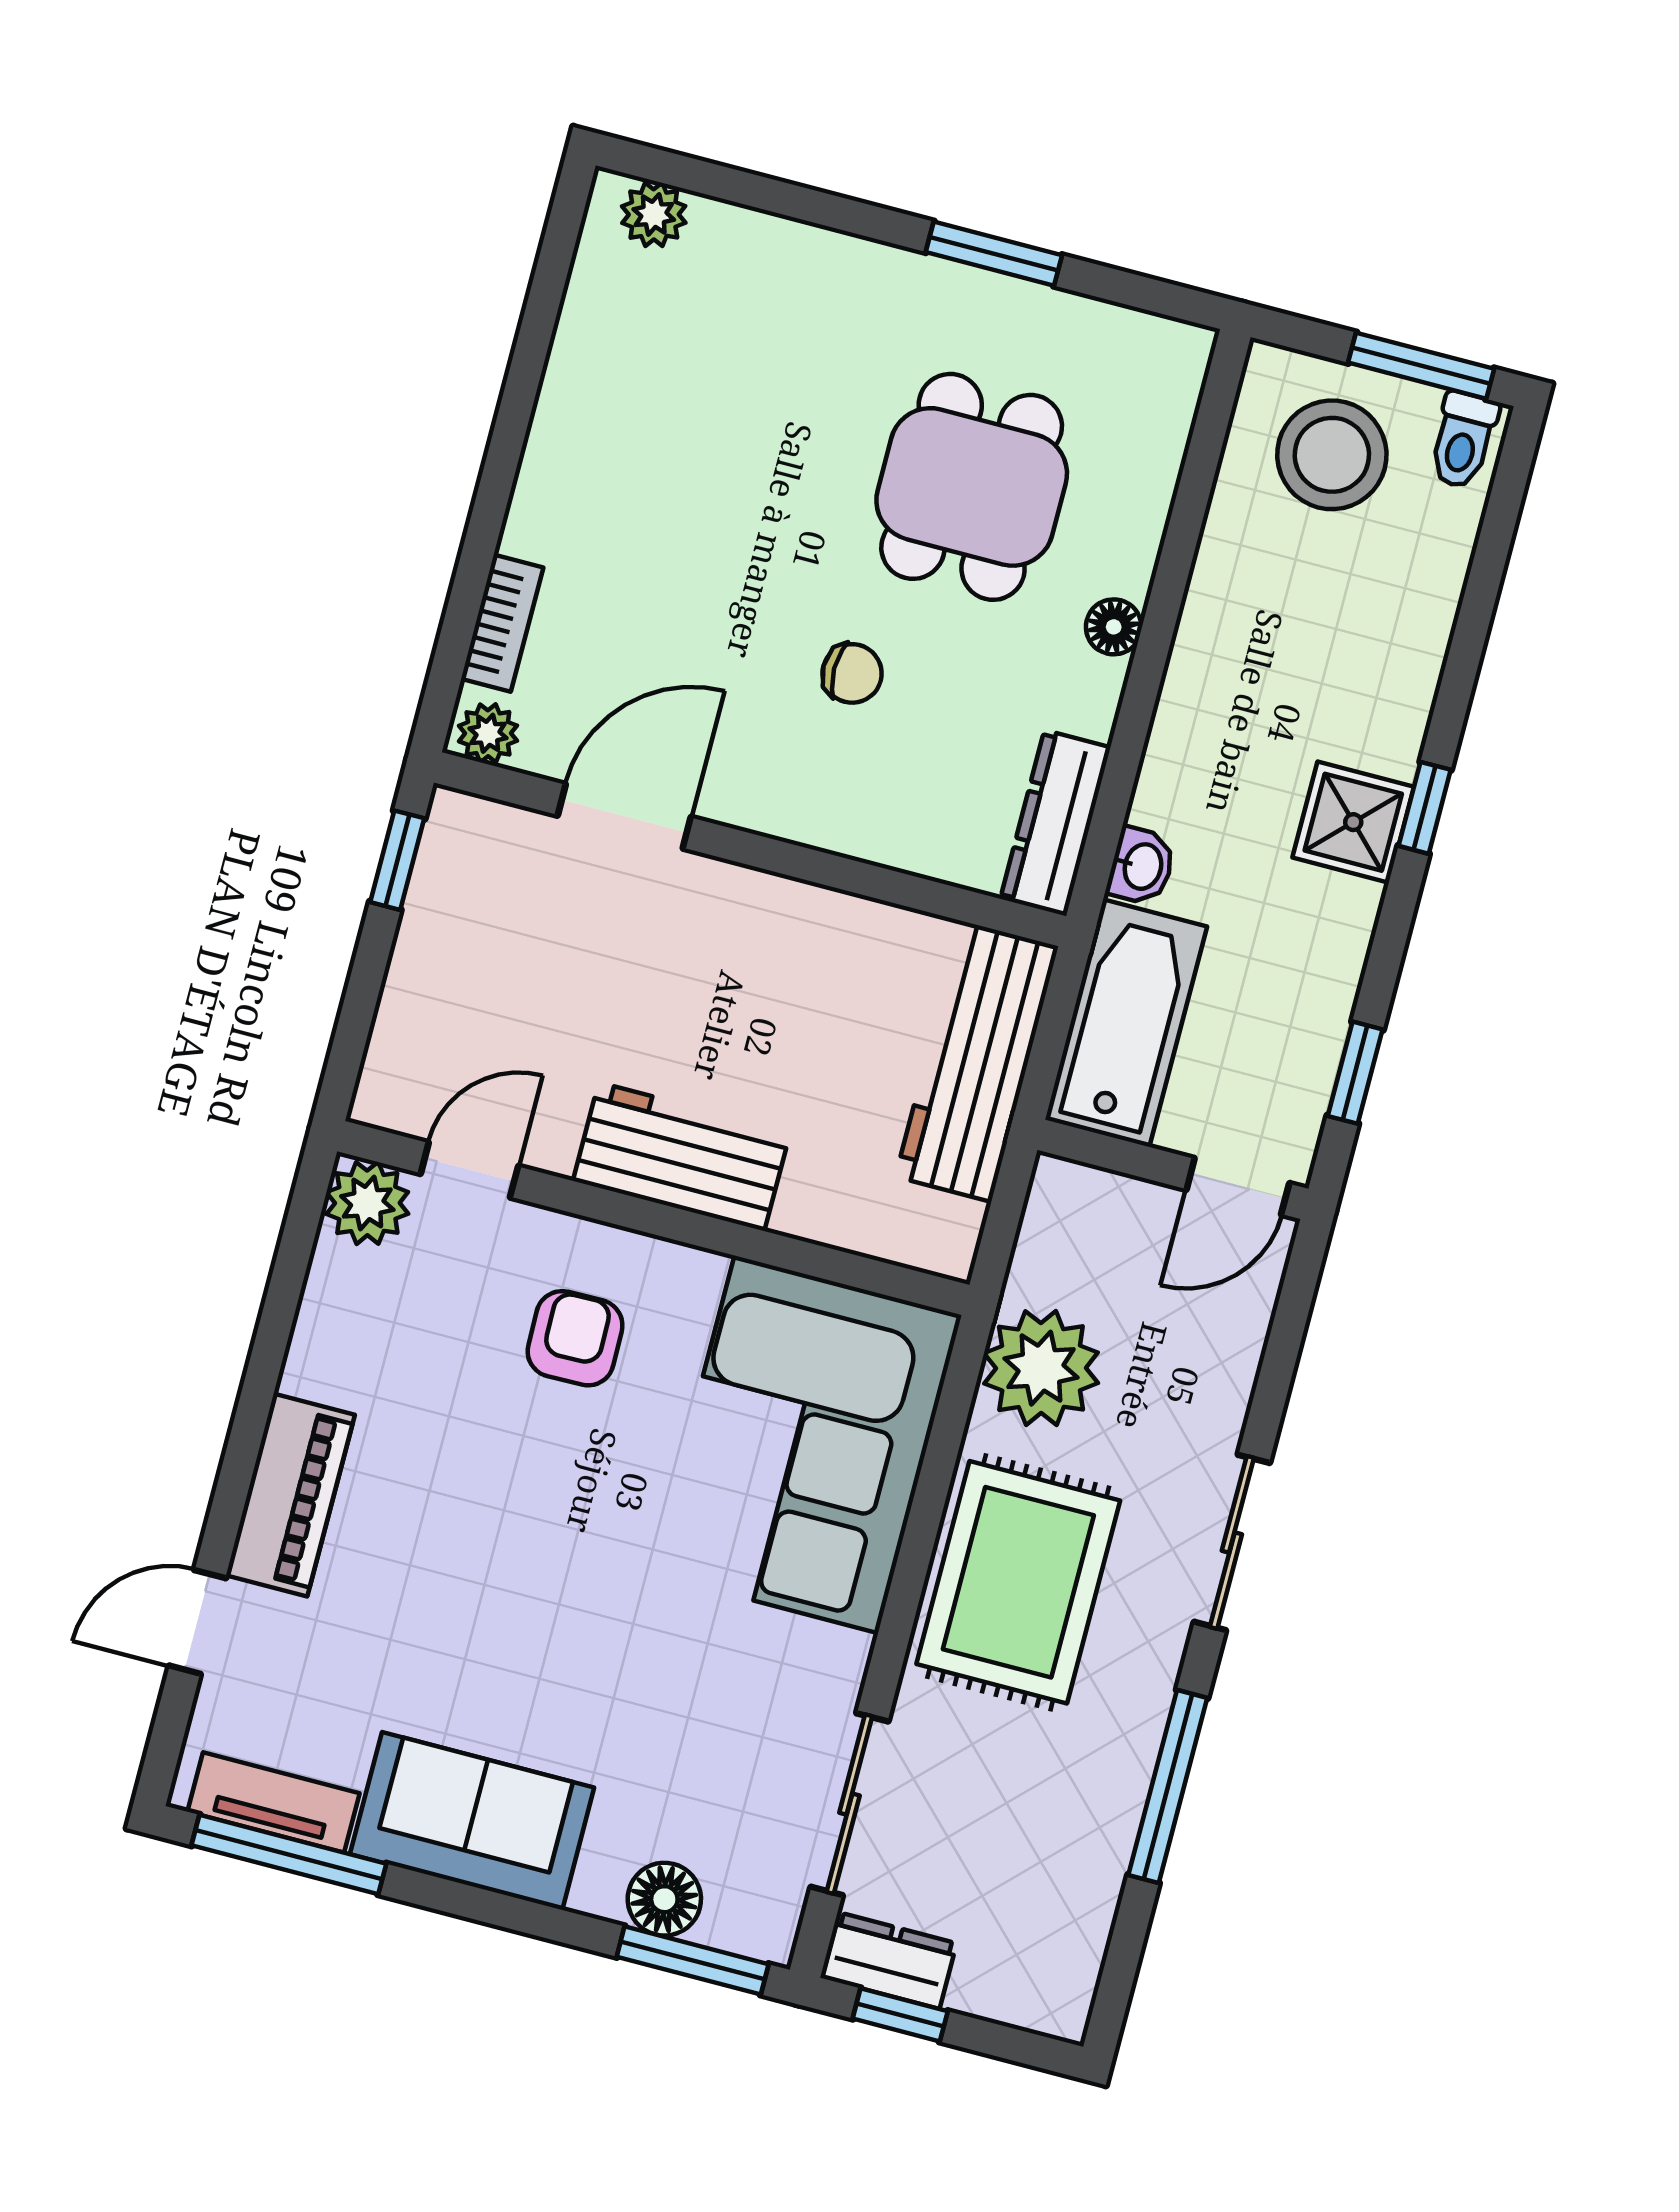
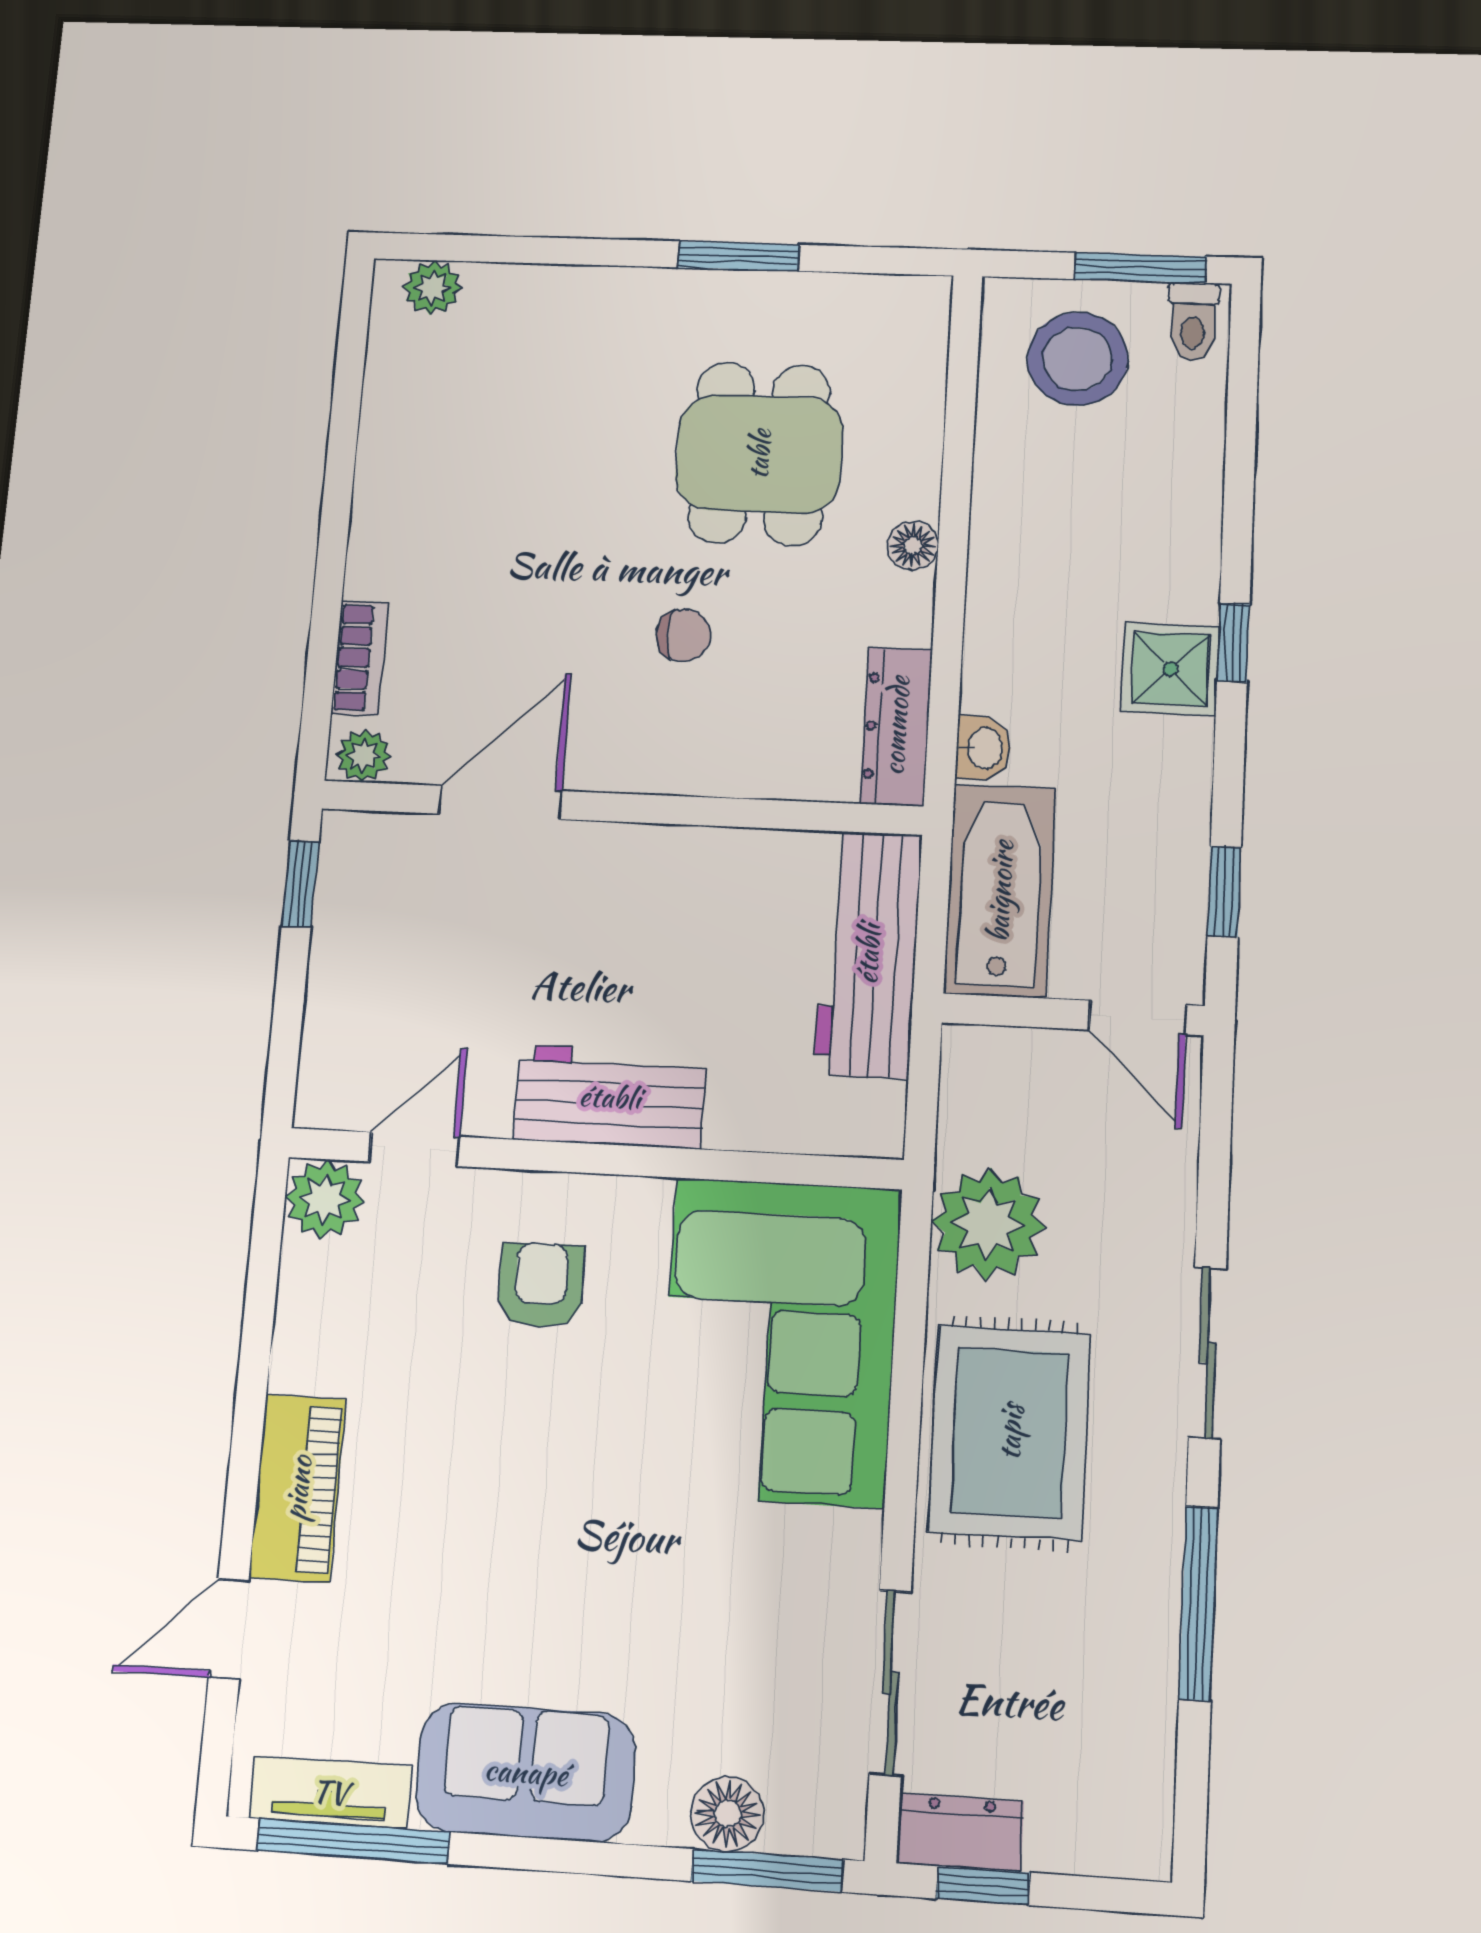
door: (1238, 1186) -> (1138, 1017), hinge flipped

